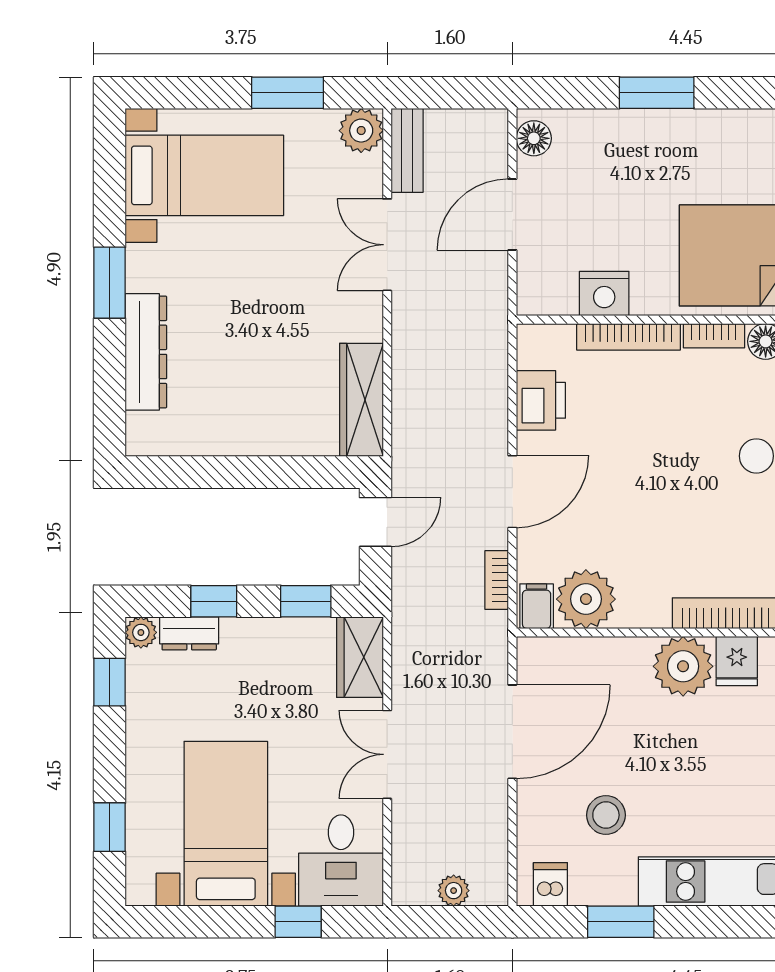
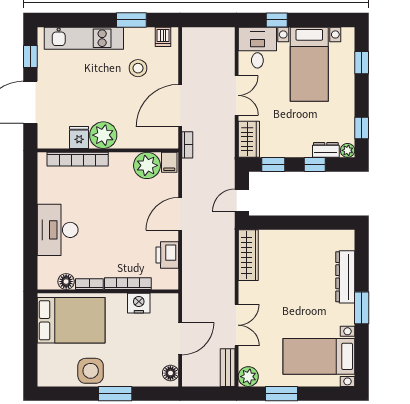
side table: (711, 143) -> (91, 371), added
bookcase: (497, 580) -> (187, 145), moved
plant: (454, 891) -> (207, 34), removed

